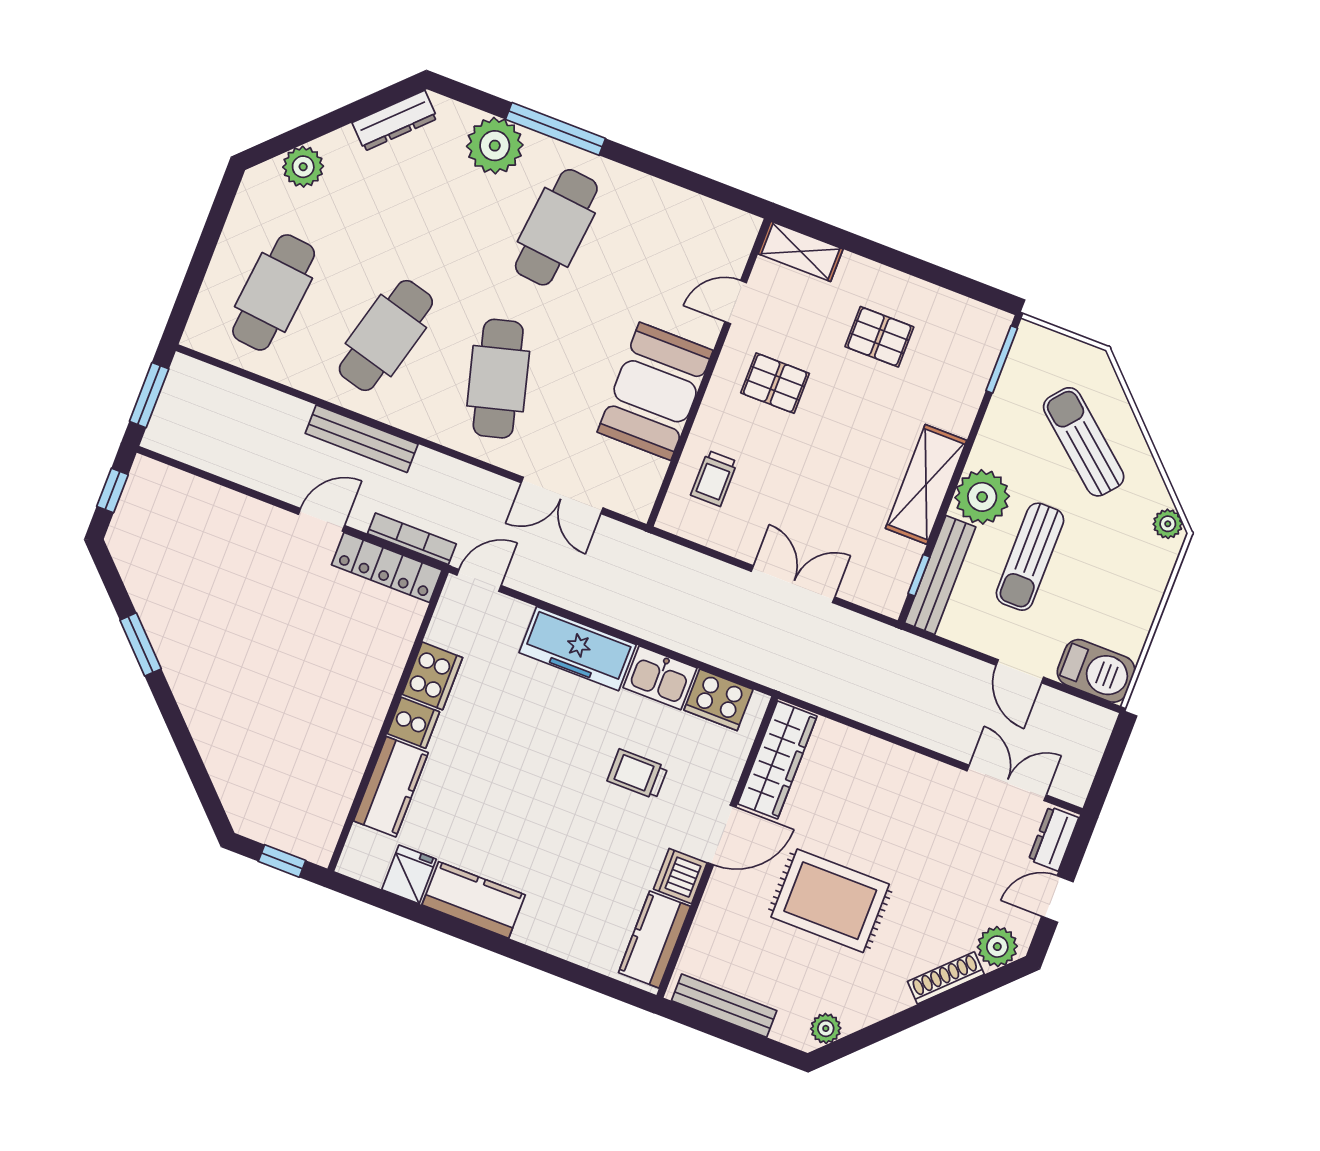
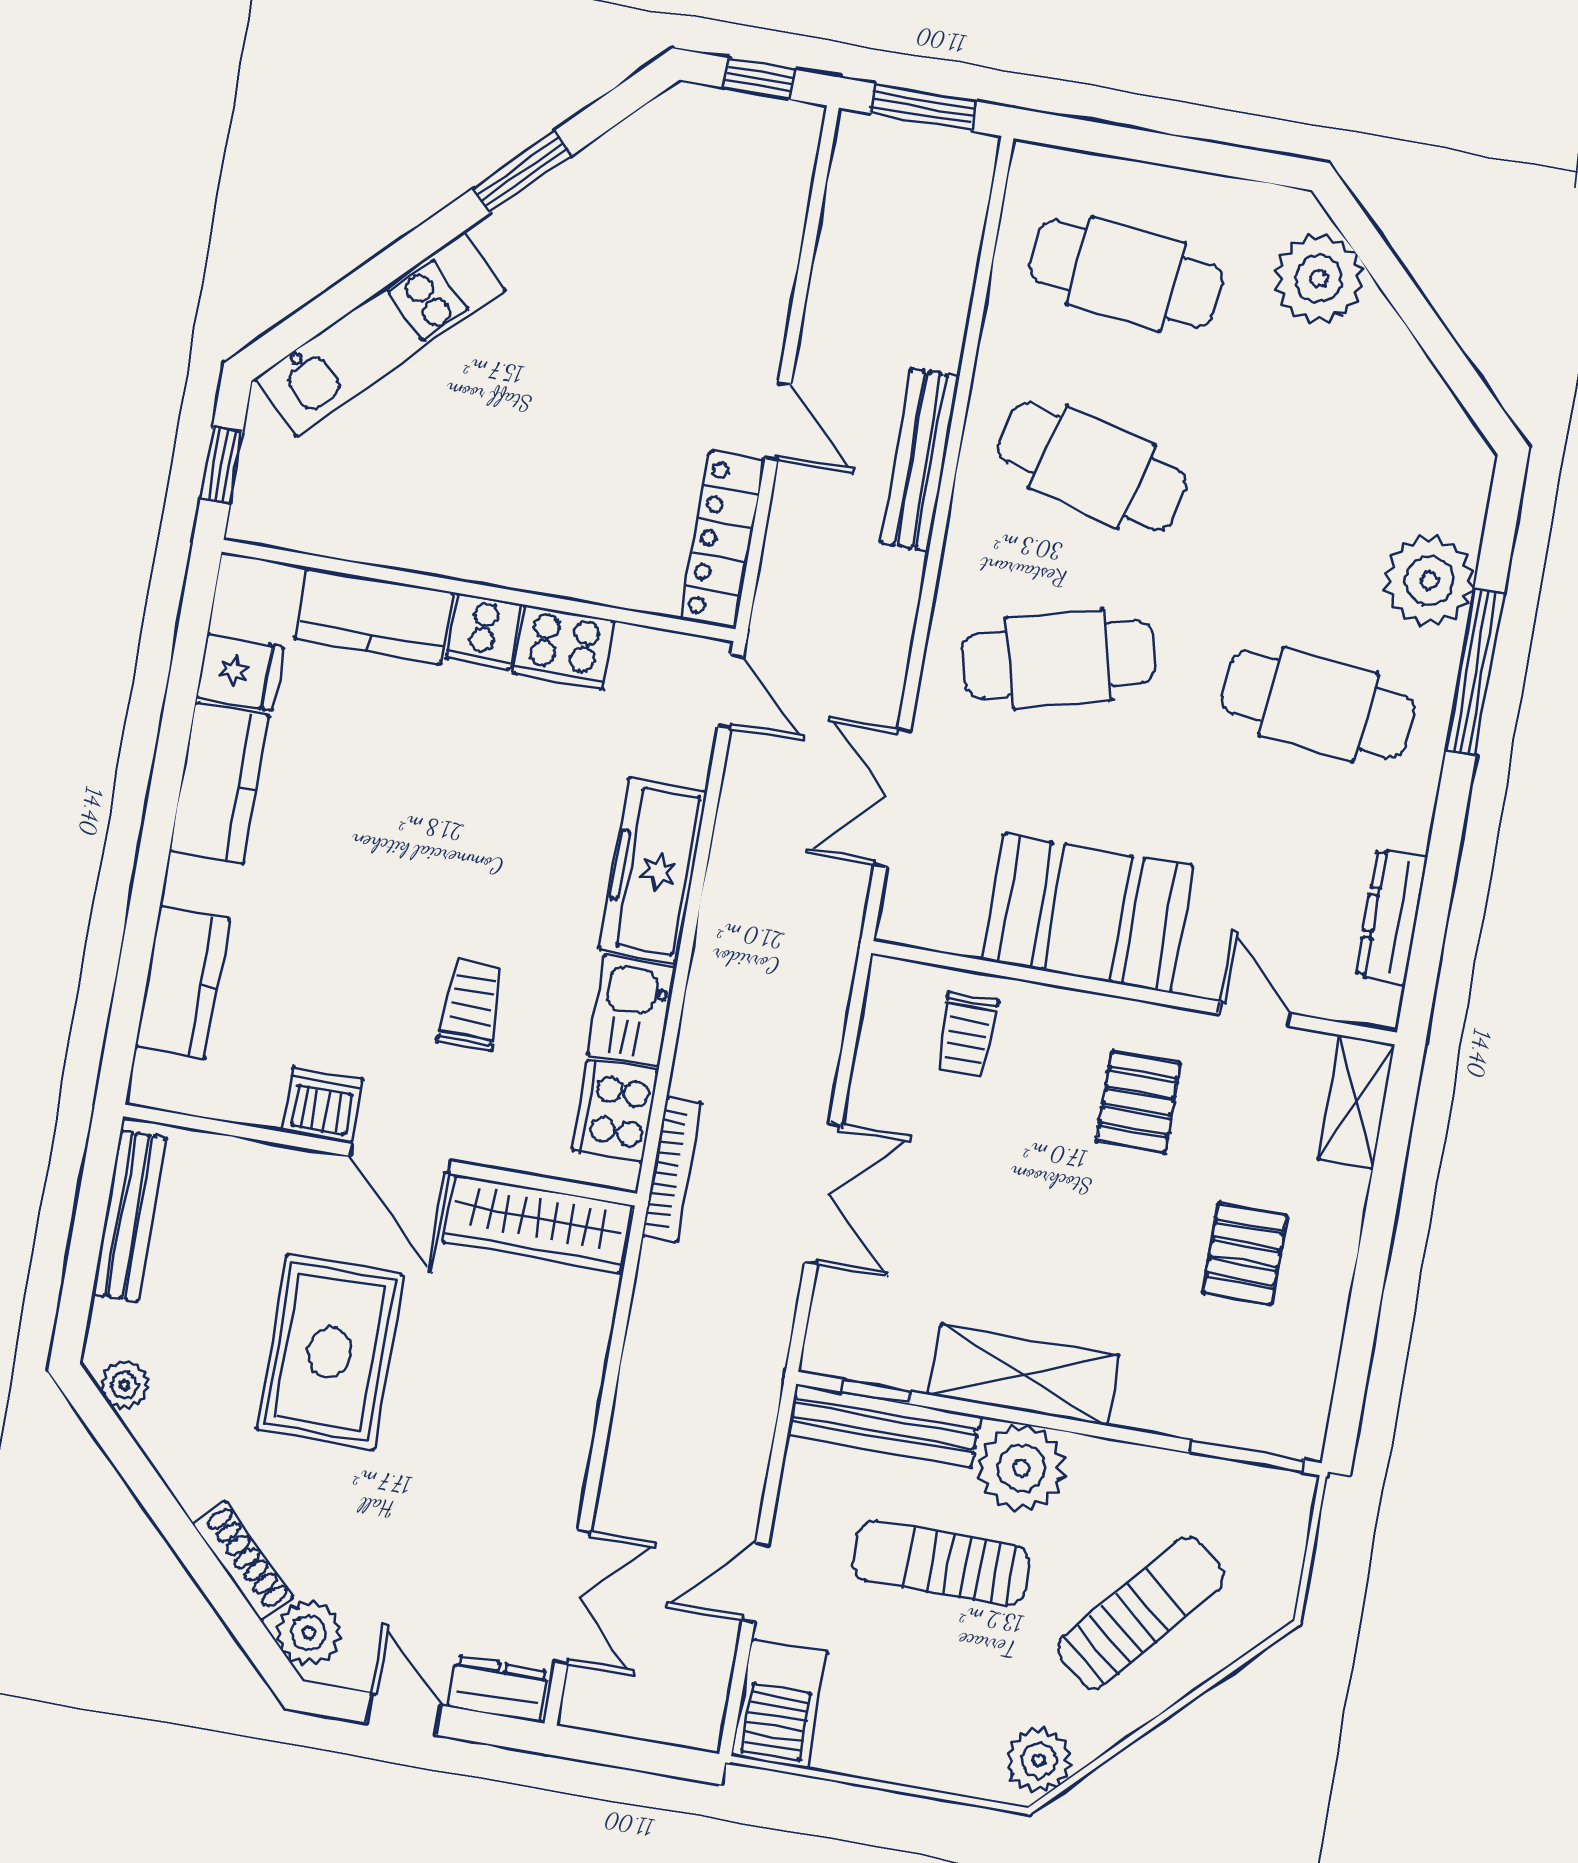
dresser: (395, 121) -> (1392, 916), moved, turned 45
plant: (303, 167) -> (1319, 279), width x1.36, depth x1.36
trolley: (714, 478) -> (967, 1035), turned -90
plant: (1168, 524) -> (1039, 1760), width x1.38, depth x1.38
bookcase: (412, 539) -> (672, 1170), moved
kitchen unit: (222, 750) -> (380, 334), added
kitchen counter: (654, 940) -> (182, 982), moved, turned 90

